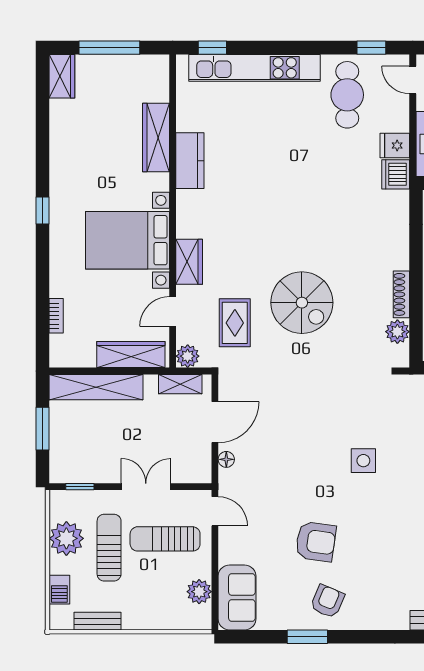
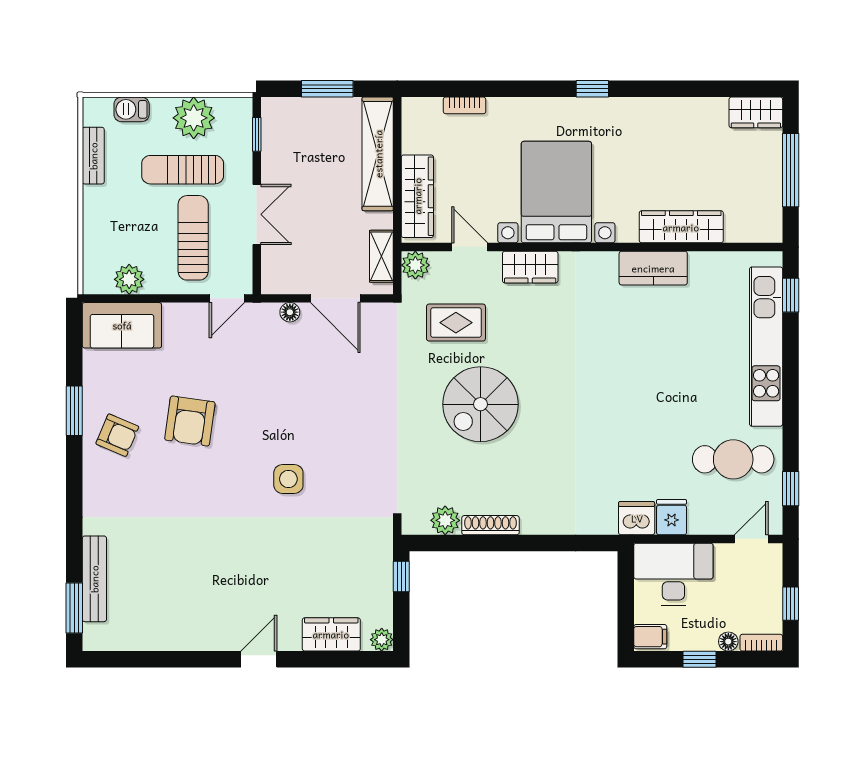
sun lounger: (109, 548) -> (183, 170), turned 180

